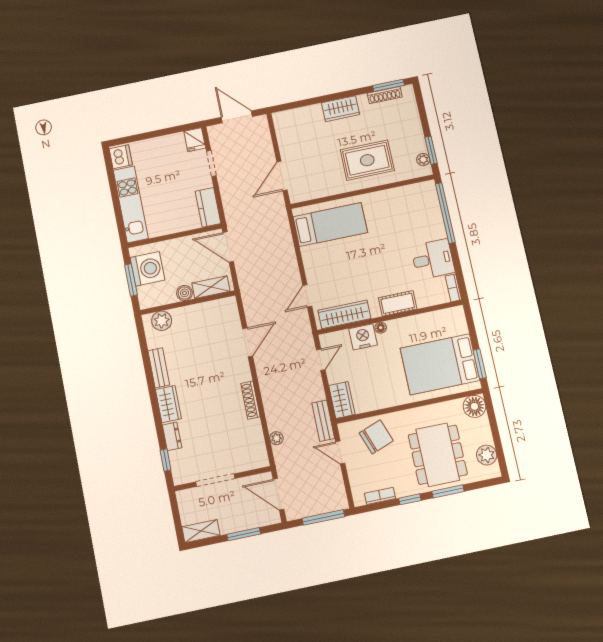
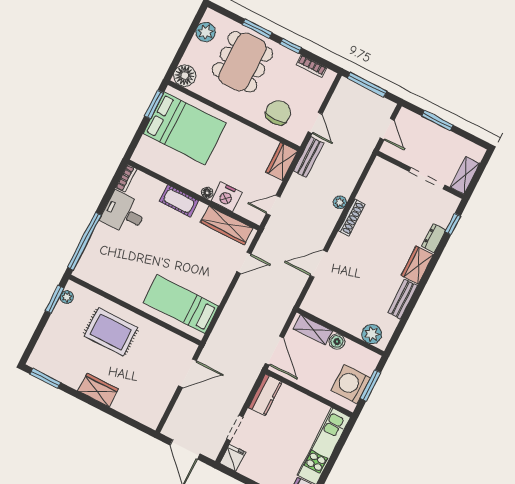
shoe rack: (385, 95) -> (55, 373), removed
chair: (376, 437) -> (278, 113), turned 110
plant: (276, 438) -> (340, 202), moved
door: (279, 494) -> (387, 129), width x0.73
shelving: (201, 531) -> (465, 175), moved, turned 90

